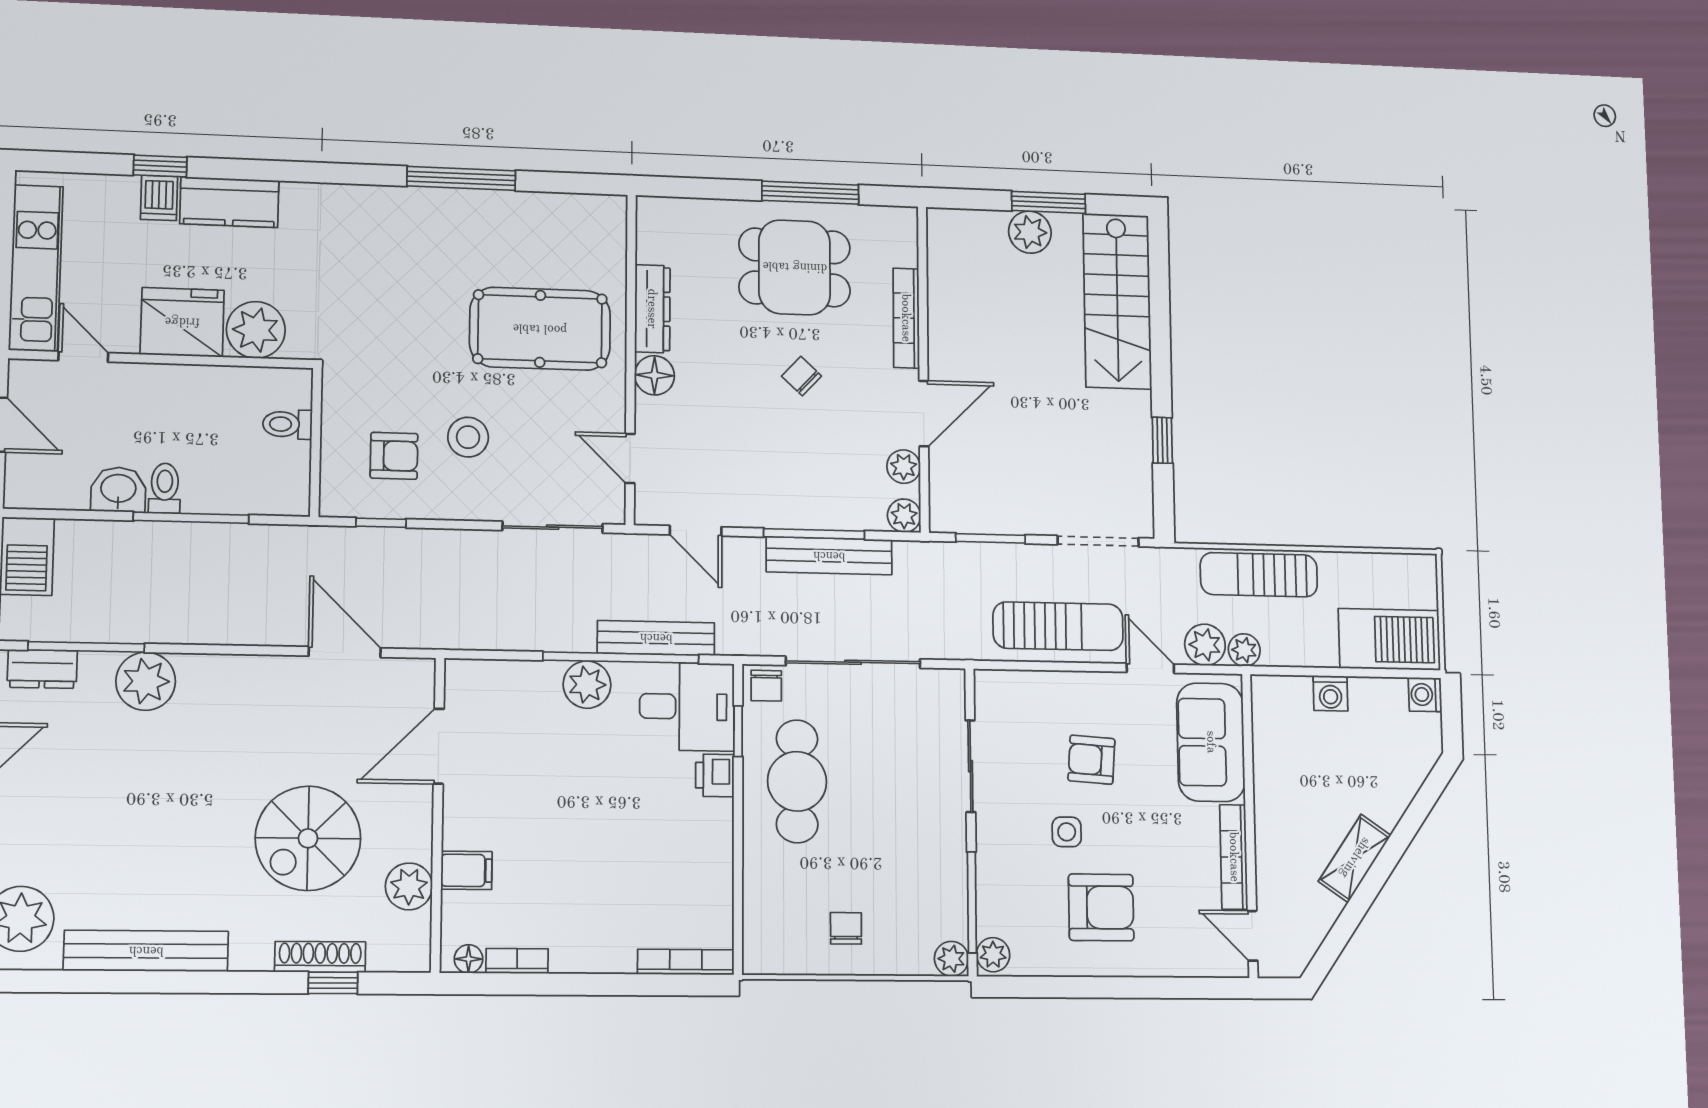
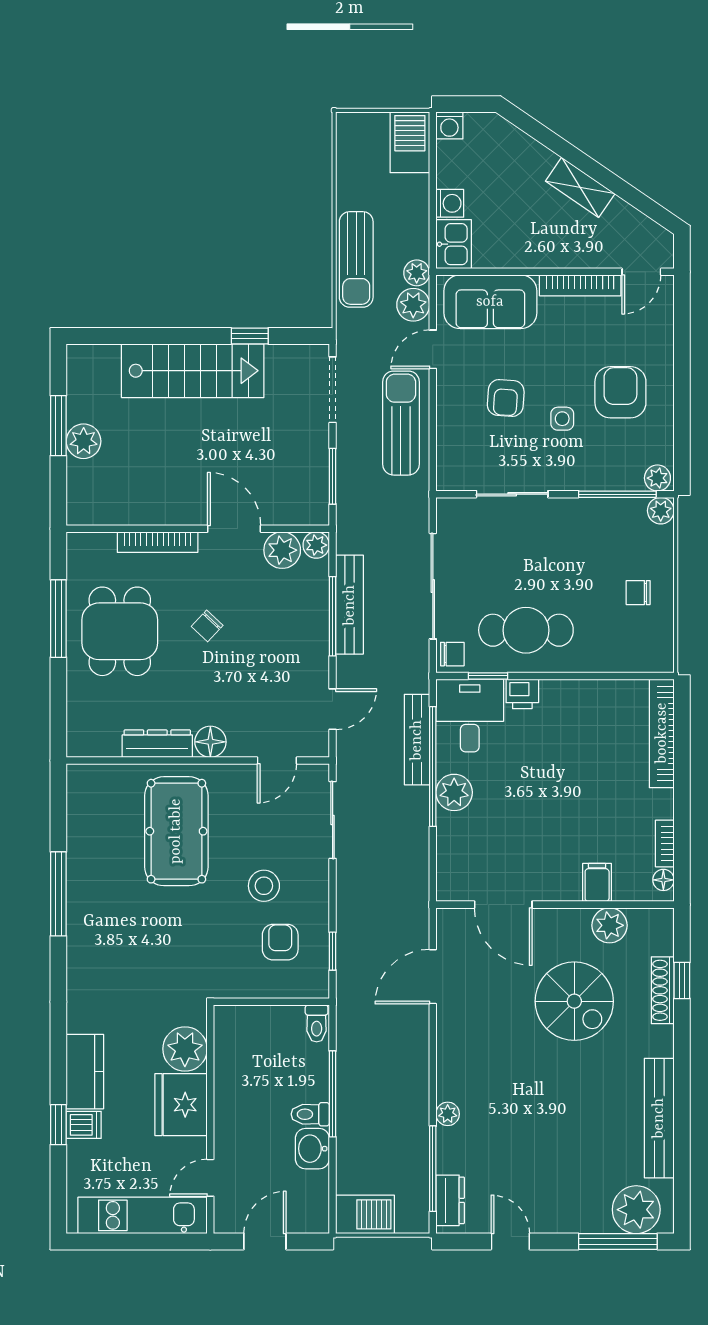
stairs: (1117, 301) -> (193, 371), moved
toilet: (287, 424) -> (317, 1023), moved
plant: (904, 467) -> (282, 550), width x1.38, depth x1.38
barbecue: (1389, 639) -> (410, 142), width x0.73, depth x0.83
plant: (146, 681) -> (448, 1114), width x0.53, depth x0.53
kitchen sink: (1281, 697) -> (454, 244), added
bookcase: (686, 962) -> (662, 733), width x1.48, depth x1.31

